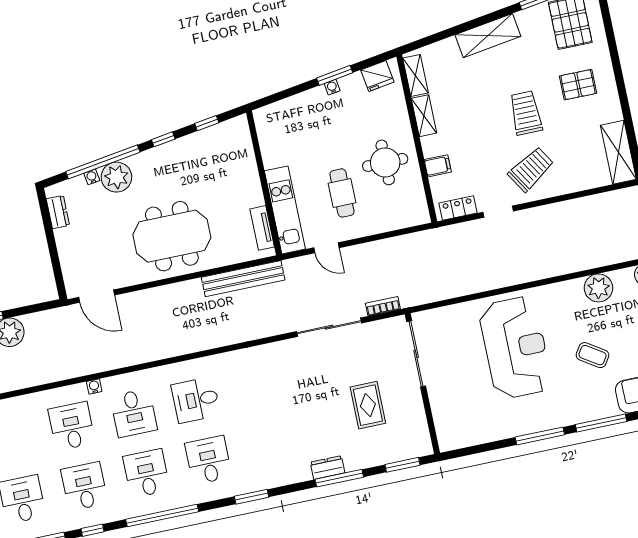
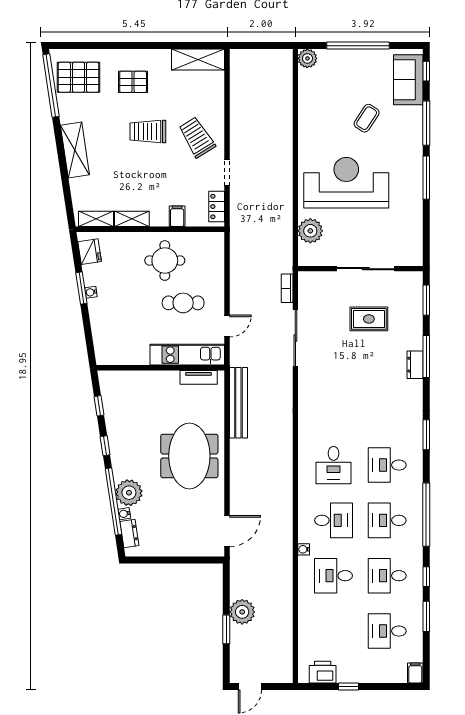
pallet: (578, 85) -> (133, 82), turned 90
dresser: (58, 212) -> (129, 533), moved, turned 81
plant: (598, 288) -> (310, 231), moved
sliding door: (416, 354) -> (366, 269), moved

